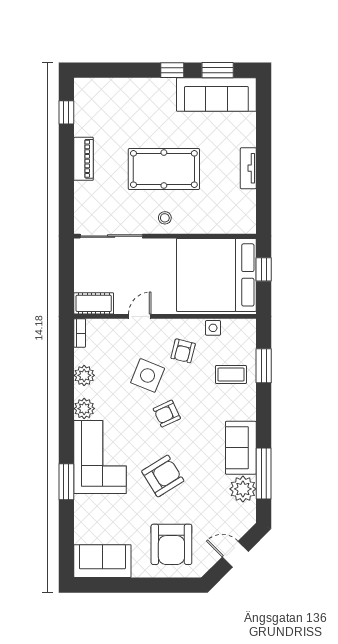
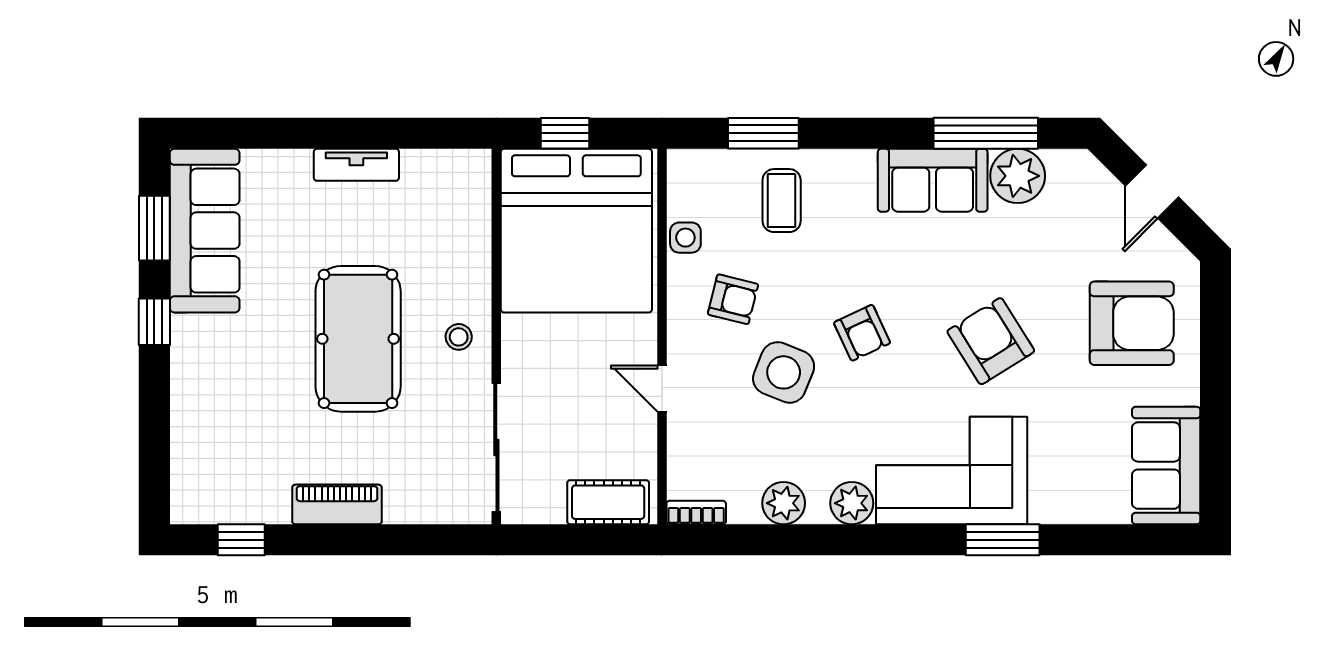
cot: (94, 303) -> (608, 502), moved, turned 90

